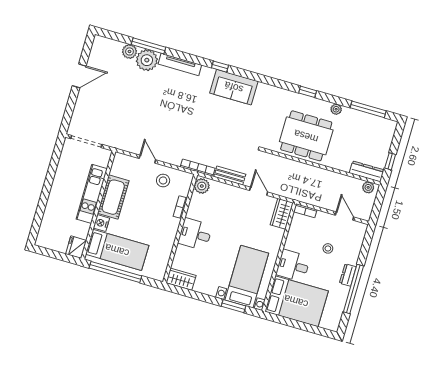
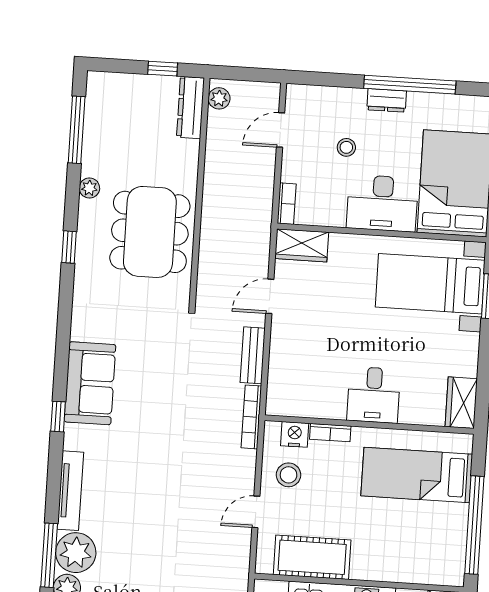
plant: (202, 186) -> (283, 402), removed
cot: (113, 197) -> (312, 557), moved
nightstand: (101, 223) -> (295, 434), moved, turned 180
bed: (117, 250) -> (417, 475), moved, turned -90
desk: (293, 266) -> (382, 203), width x1.37

